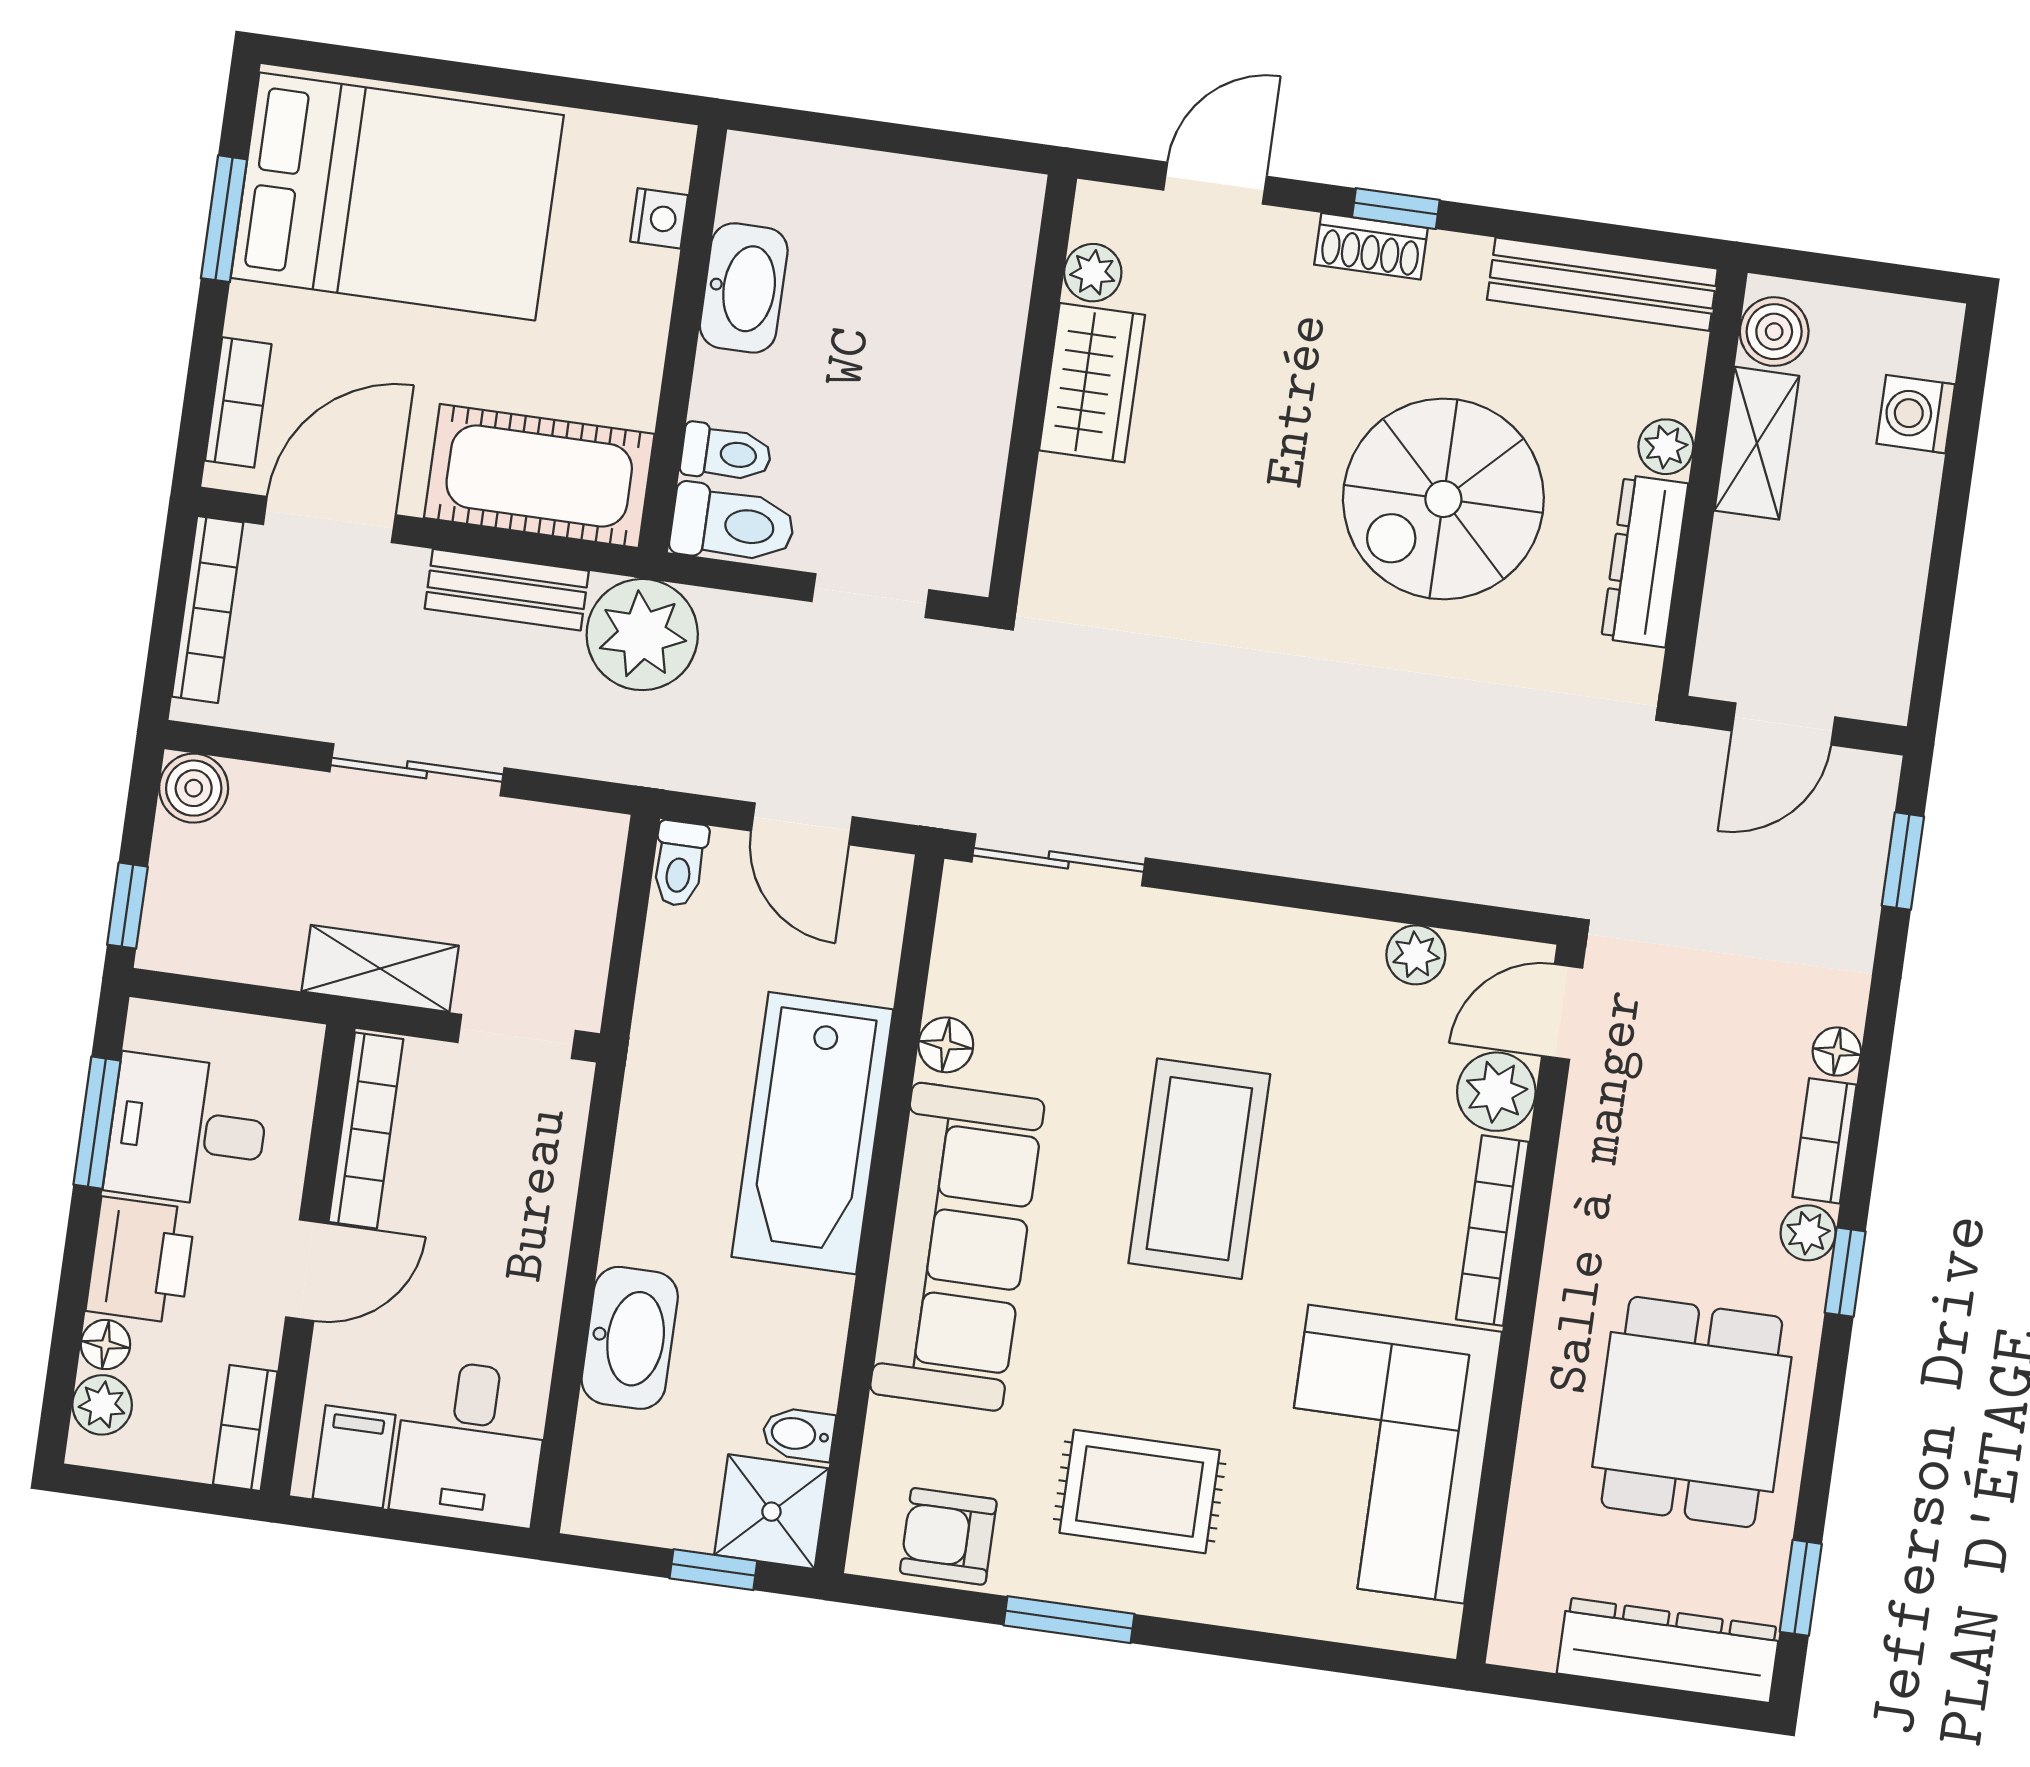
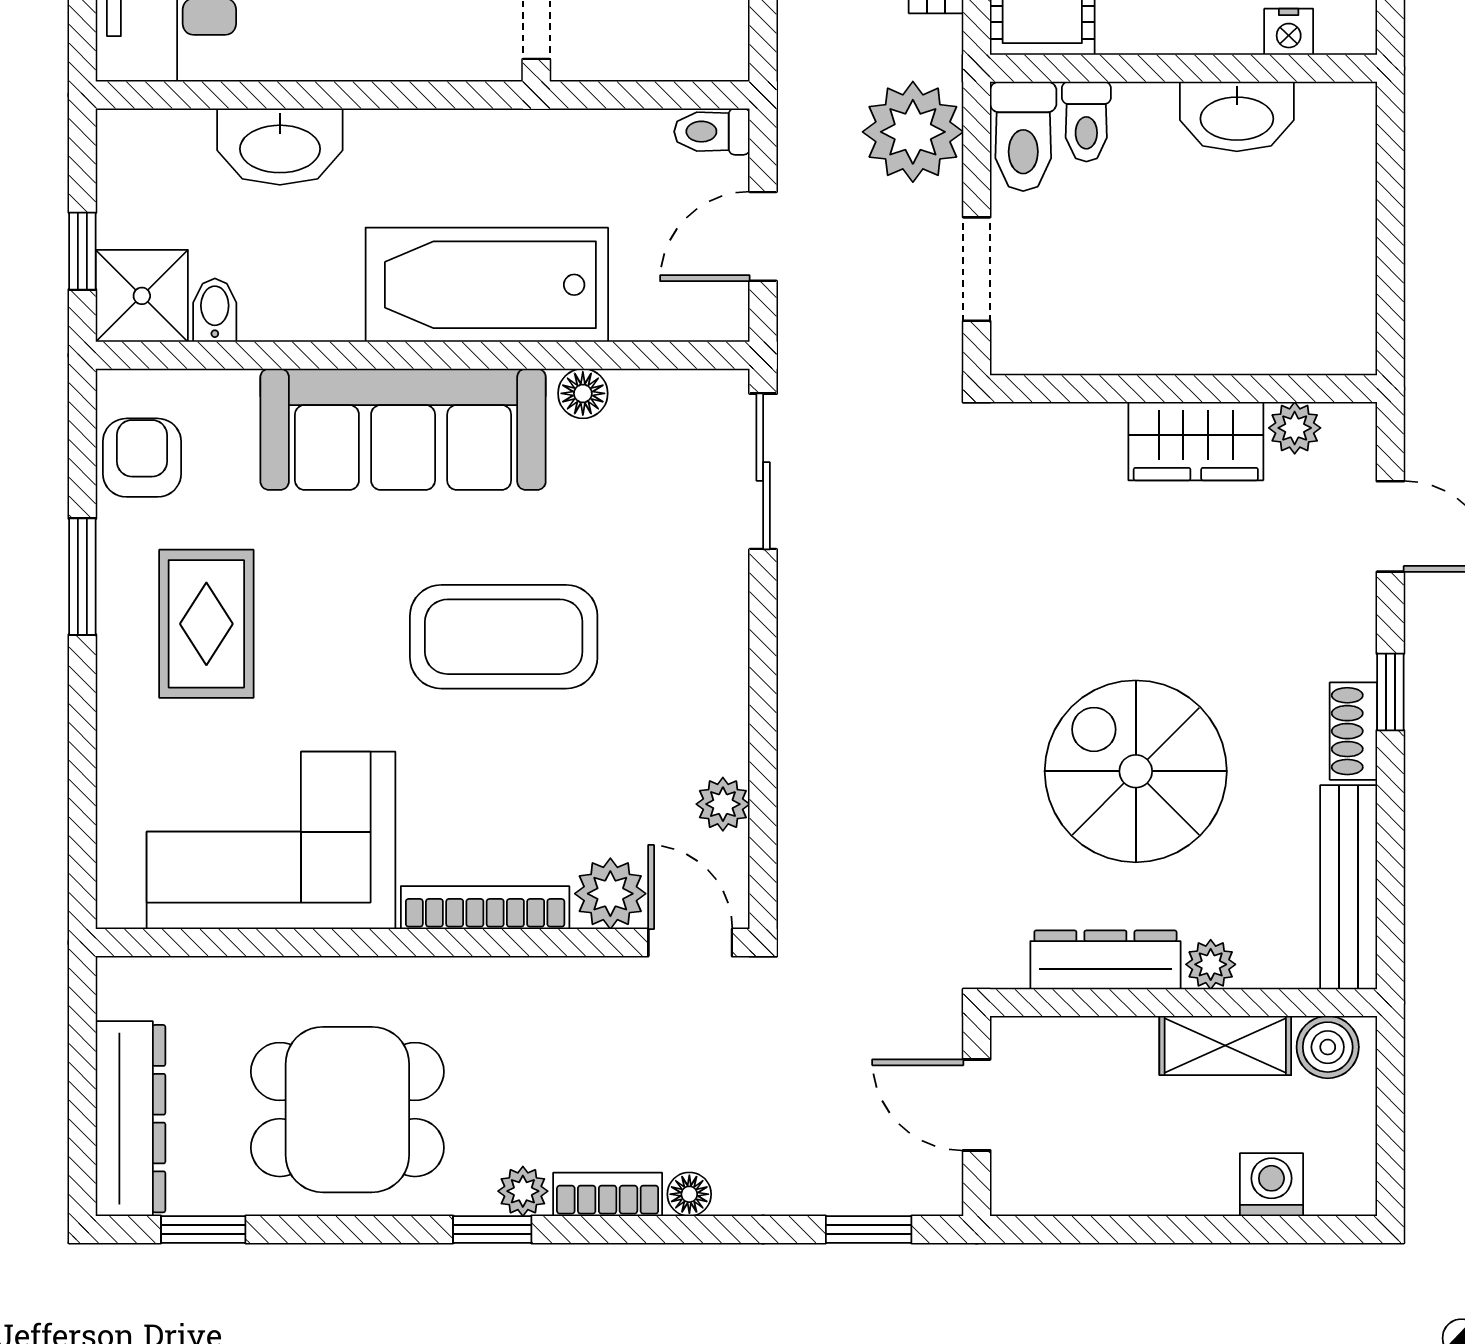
shoe rack: (1371, 246) -> (1353, 731), moved
plant: (642, 635) -> (913, 132), moved

